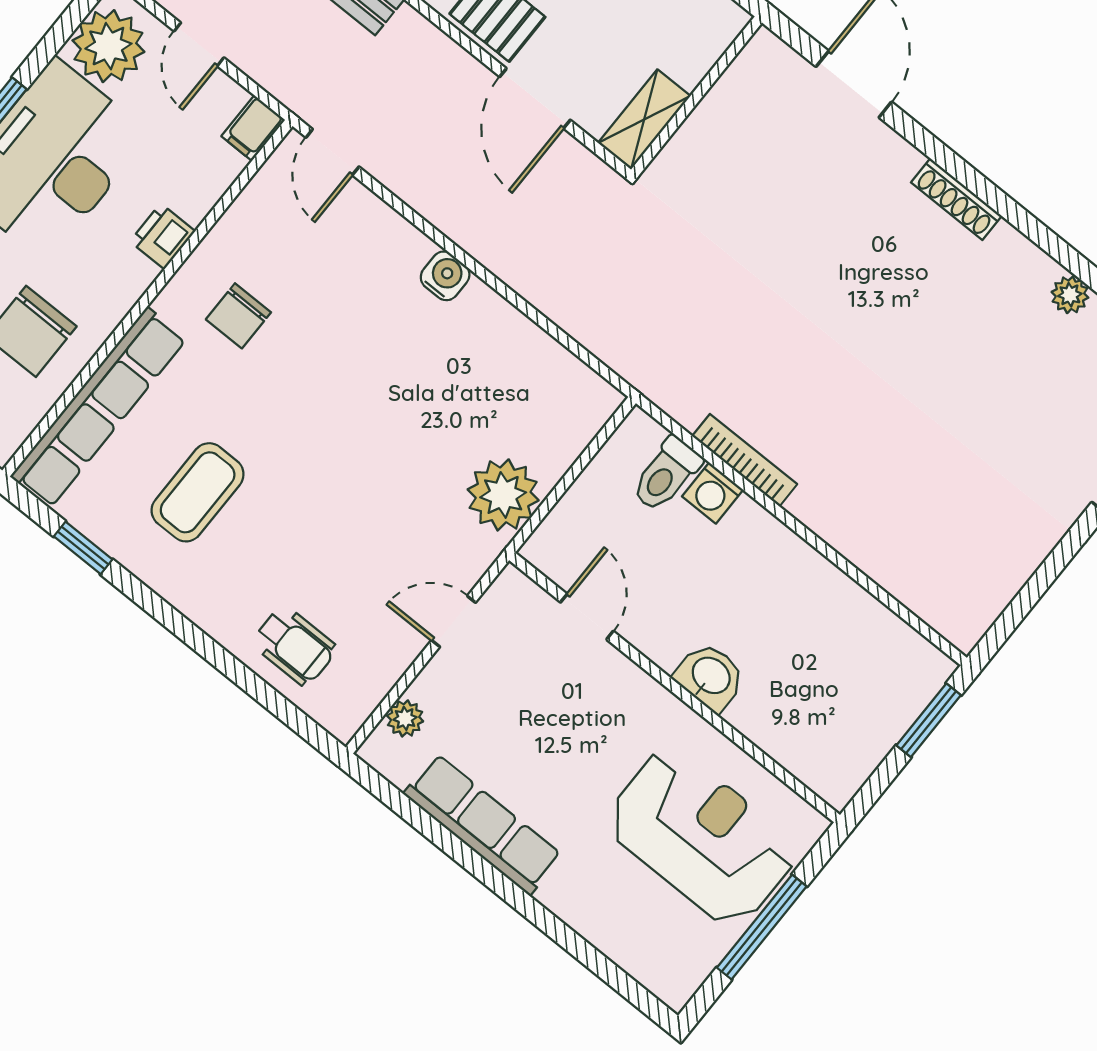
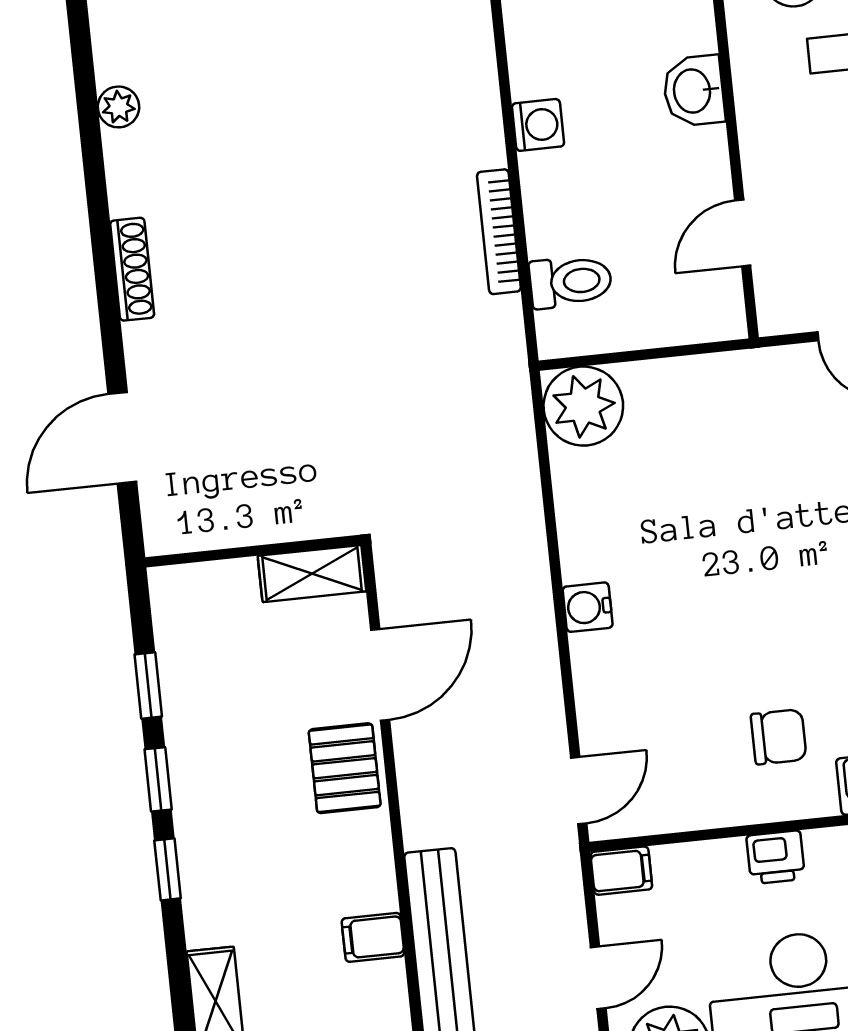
washing machine: (713, 493) -> (538, 125), moved
plant: (503, 495) -> (583, 406), moved

